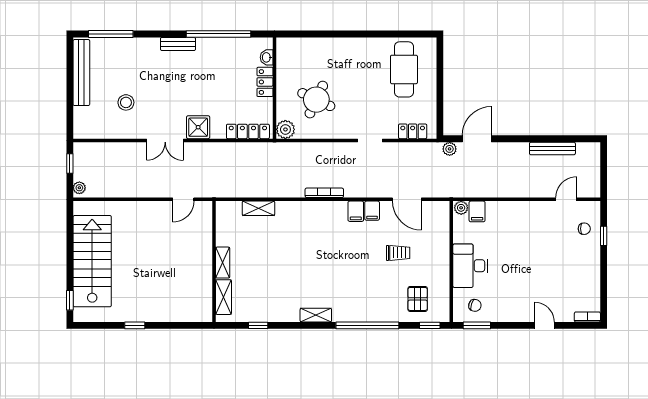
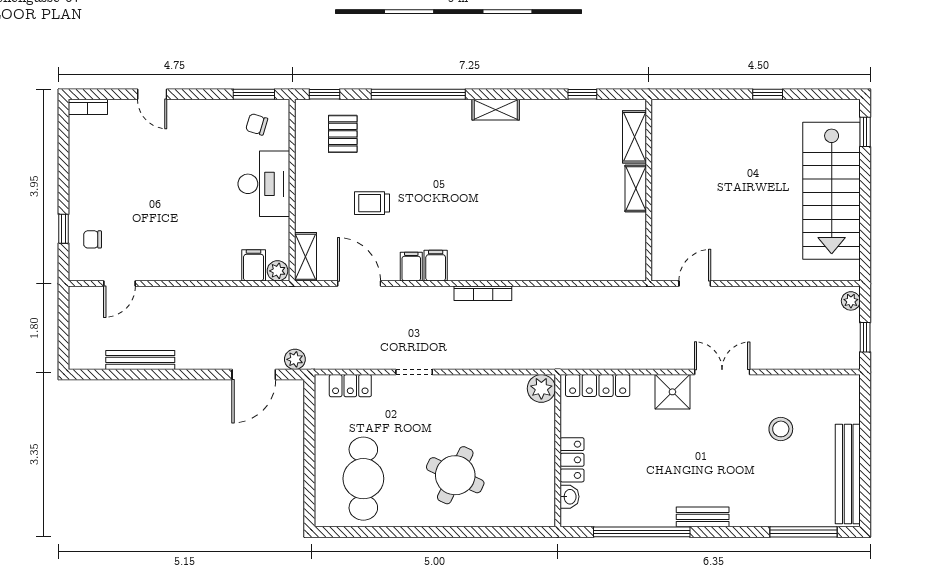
round table: (316, 100) -> (455, 475), moved
shelving: (258, 208) -> (306, 257), moved, turned 90

